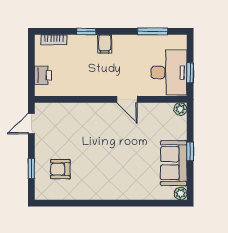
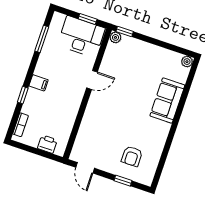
window: (190, 151) -> (125, 31), moved
sofa: (174, 163) -> (167, 101), moved, turned 90

